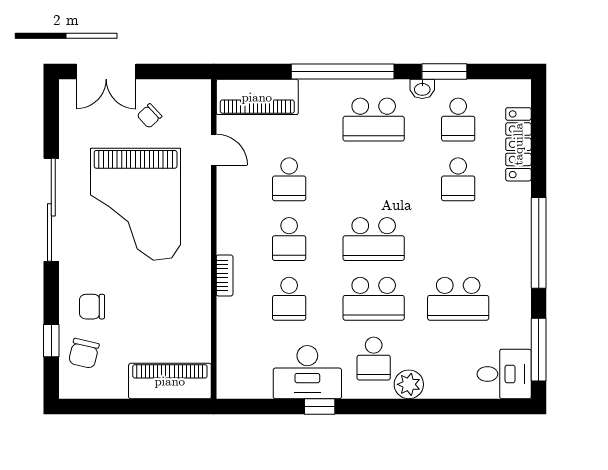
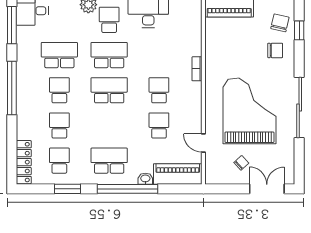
washbasin: (422, 89) -> (145, 179), moved
locker: (518, 144) -> (24, 162), moved
school desk: (289, 299) -> (59, 90), moved

